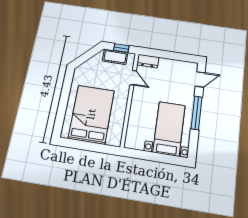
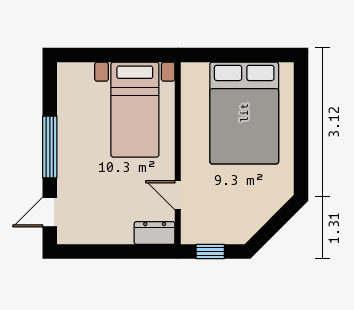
cot: (115, 57) -> (219, 232), removed
bed with nightstands: (169, 129) -> (135, 110), moved

